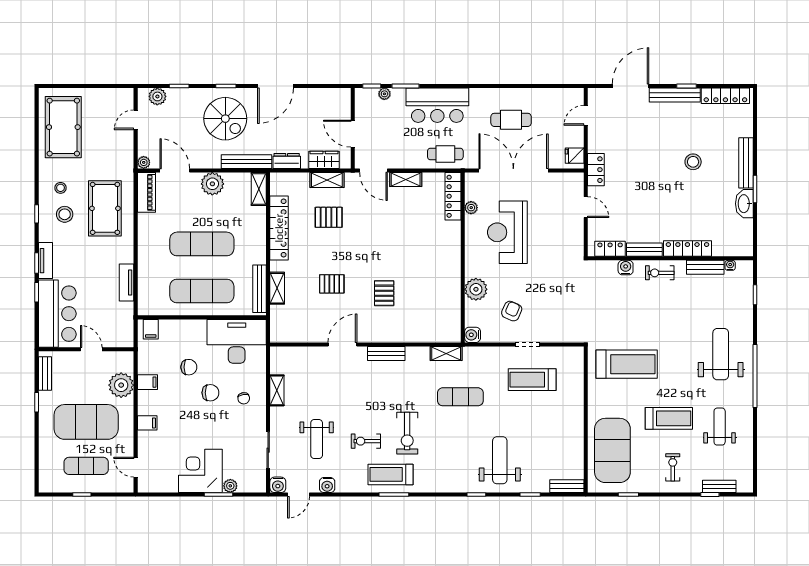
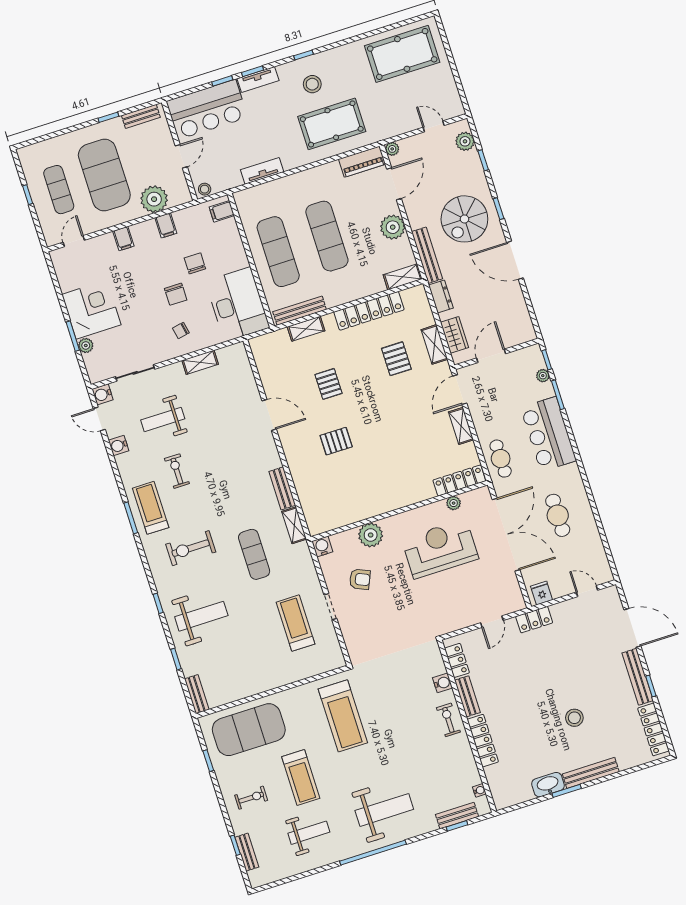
stool: (60, 188) -> (205, 189), moved
bench: (705, 267) -> (457, 816), moved, turned 90
bench: (386, 354) -> (282, 488), moved
chair: (189, 367) -> (195, 263), turned 180
exercise bike: (407, 433) -> (191, 548), moved

